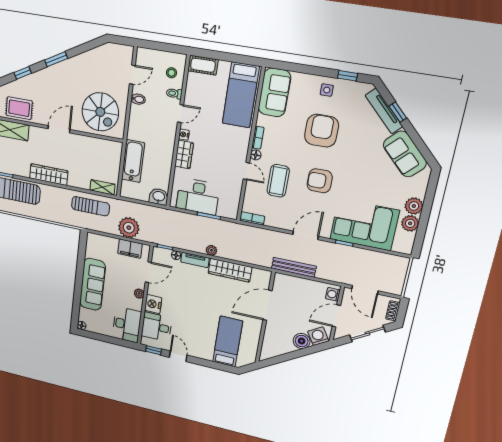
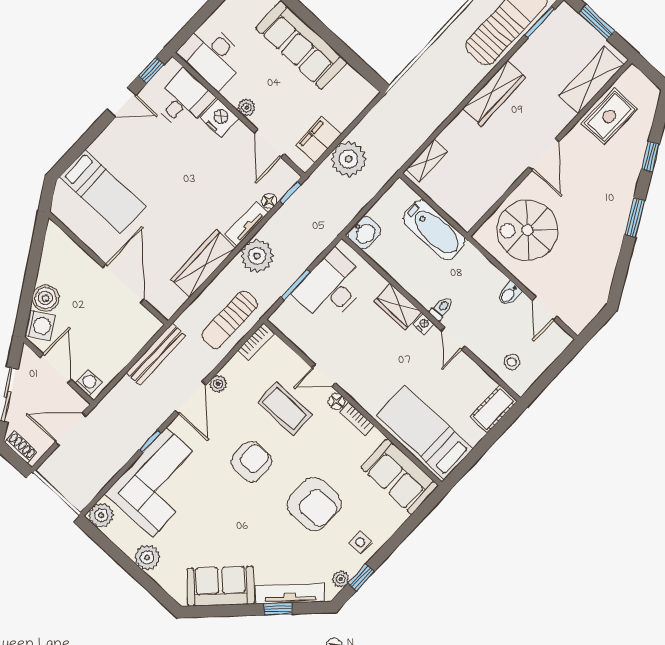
plant: (356, 87) -> (341, 579), added
toilet: (174, 93) -> (442, 308), moved
sun lounger: (90, 206) -> (230, 320), moved
plant: (410, 223) -> (101, 515), moved
plant: (288, 225) -> (218, 384), added
plant: (211, 250) -> (257, 256), width x1.87, depth x1.87

